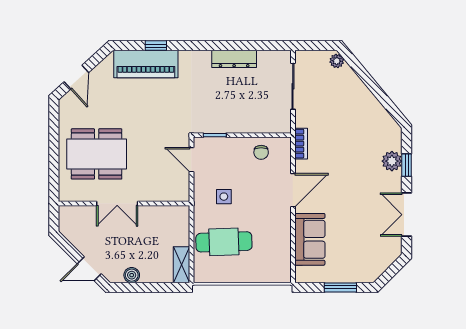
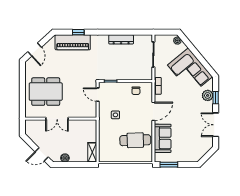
corner sofa: (360, 116) -> (190, 71), added
cafe table: (224, 242) -> (135, 140), moved
window: (340, 287) -> (169, 165), moved

